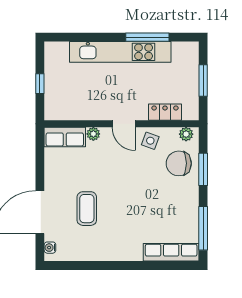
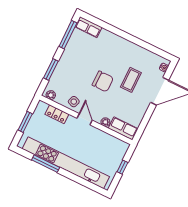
kitchen unit: (120, 52) -> (66, 163), width x1.36
chair: (179, 163) -> (103, 81), moved
row of seats: (171, 252) -> (88, 27), width x0.68

